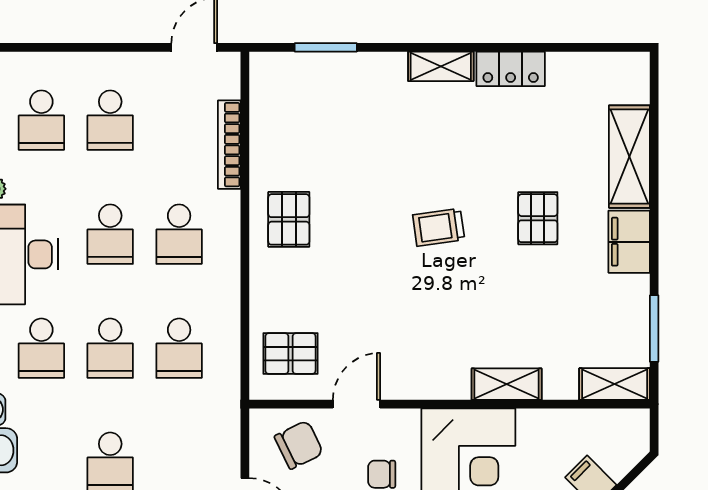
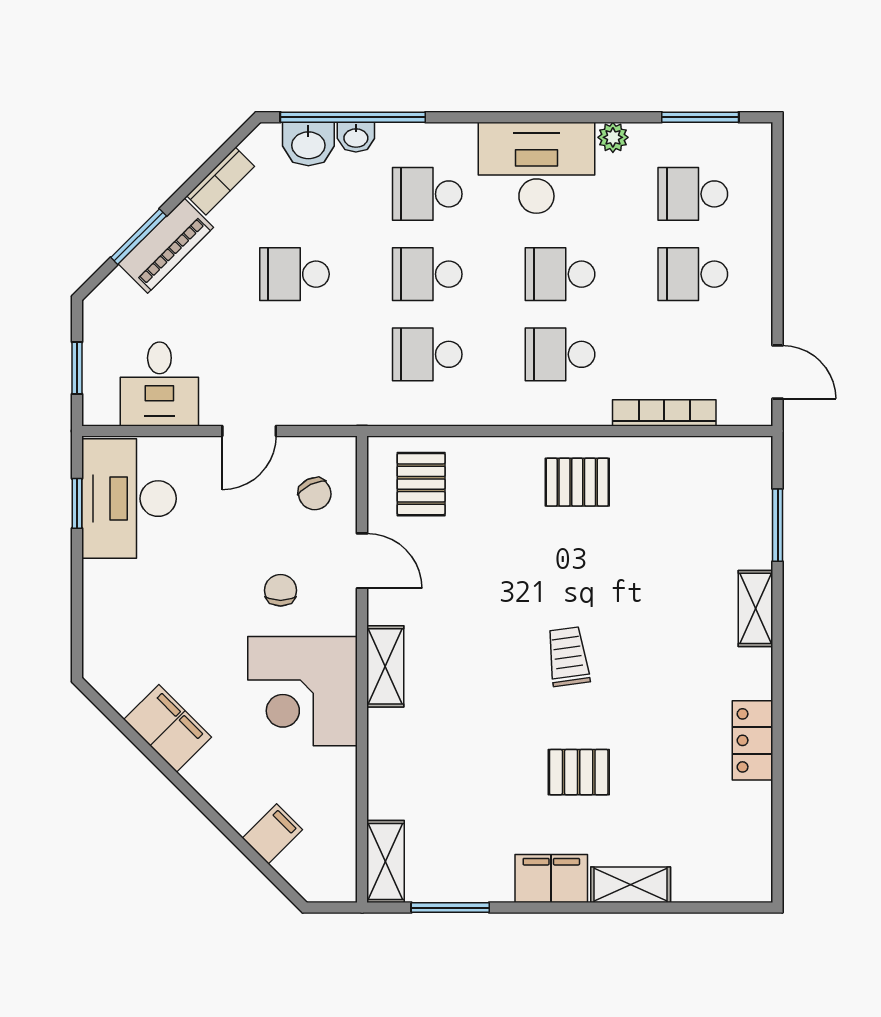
shelving: (441, 66) -> (756, 608), moved
shelving: (629, 157) -> (631, 885), width x0.67, depth x0.75
shelving: (507, 384) -> (385, 666), moved
chair: (299, 445) -> (315, 494), width x0.73, depth x0.73

